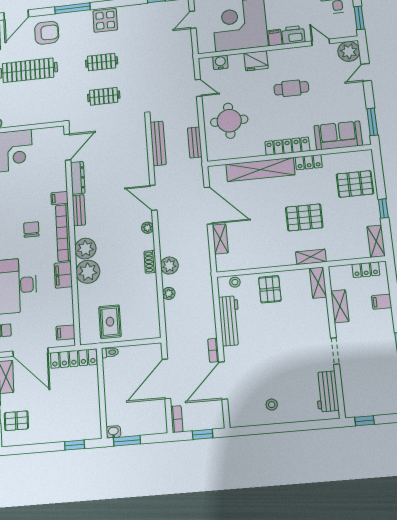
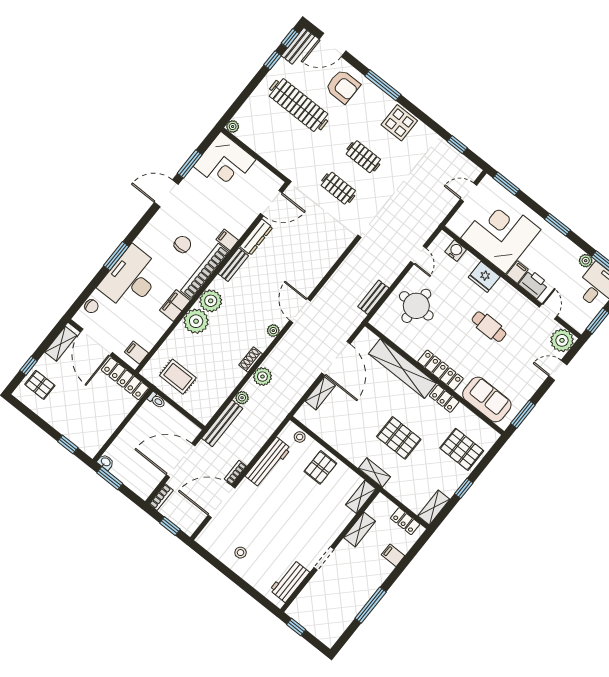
bench: (158, 143) -> (222, 423), moved
rug: (110, 322) -> (178, 377), turned 90

